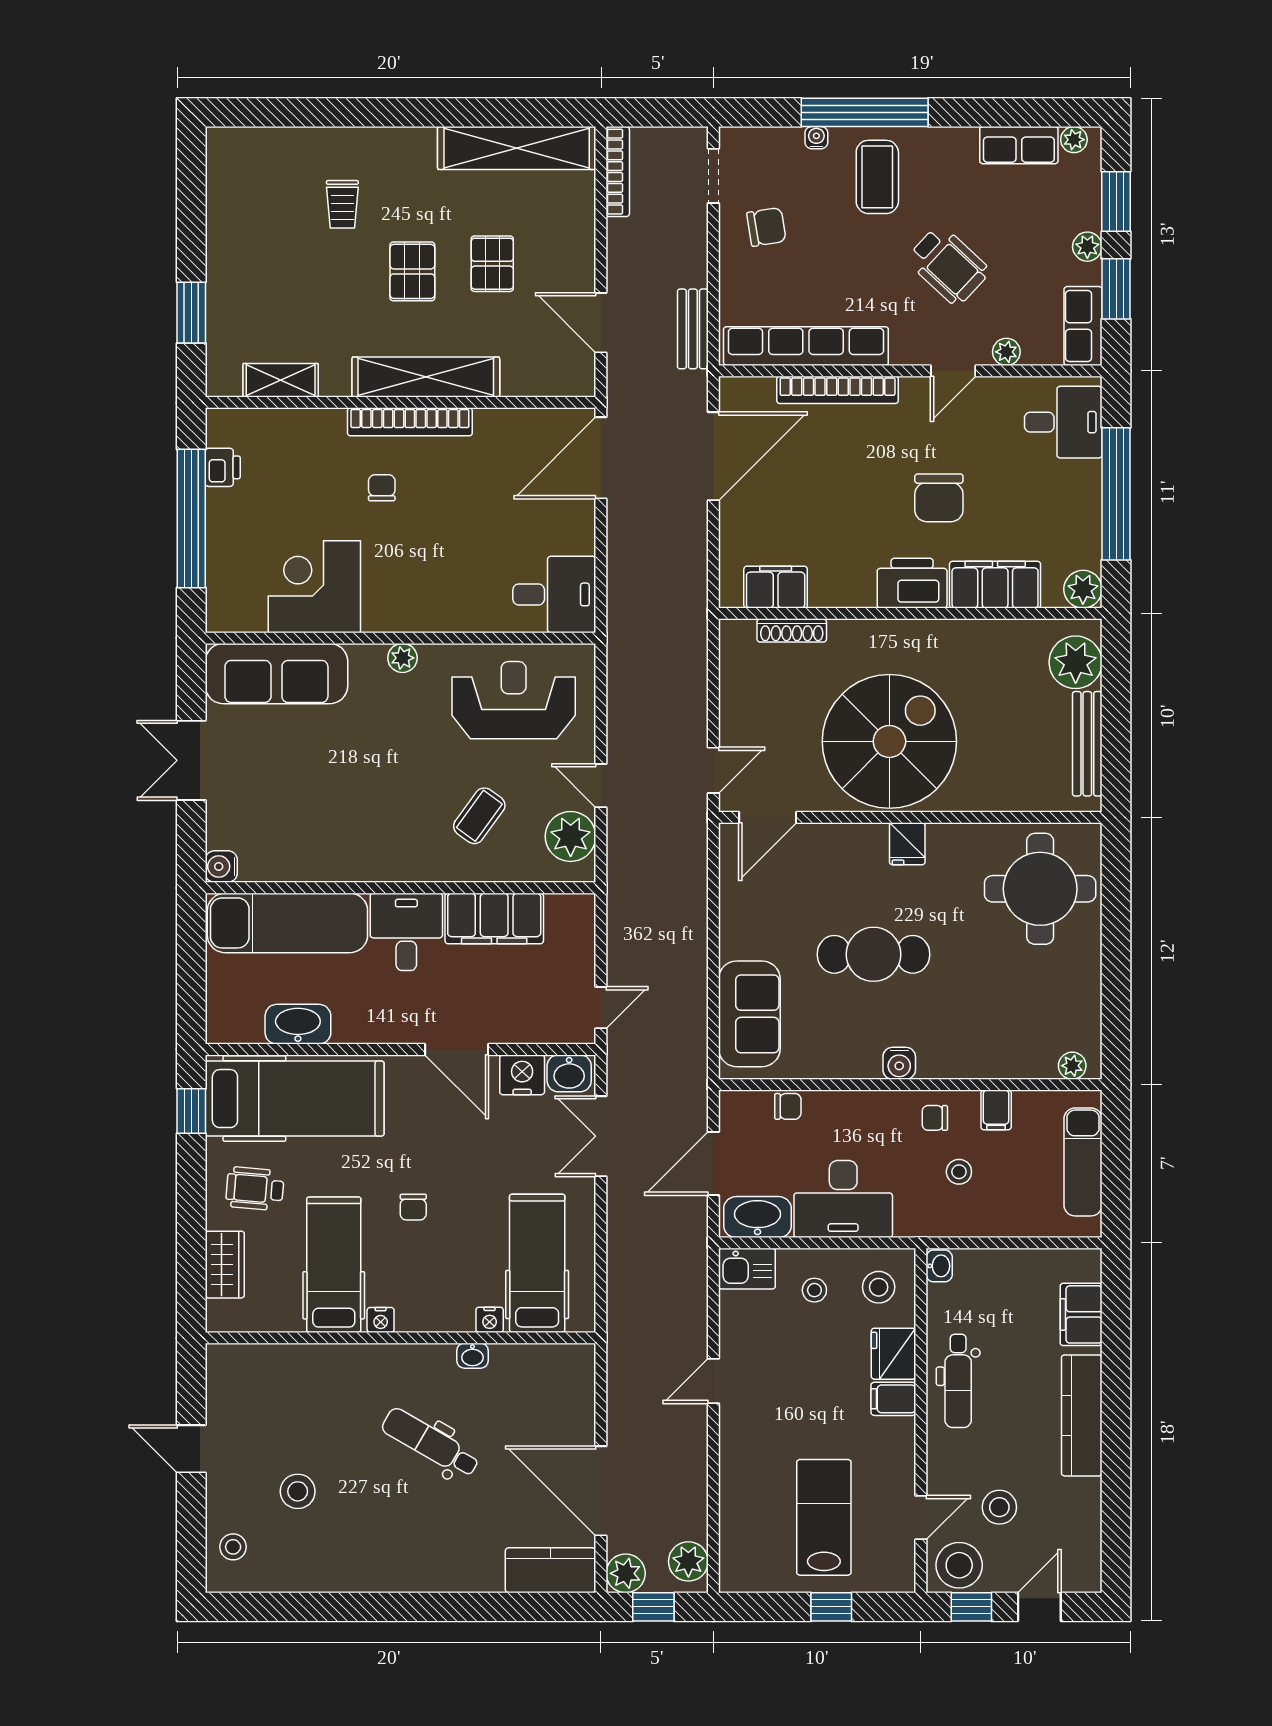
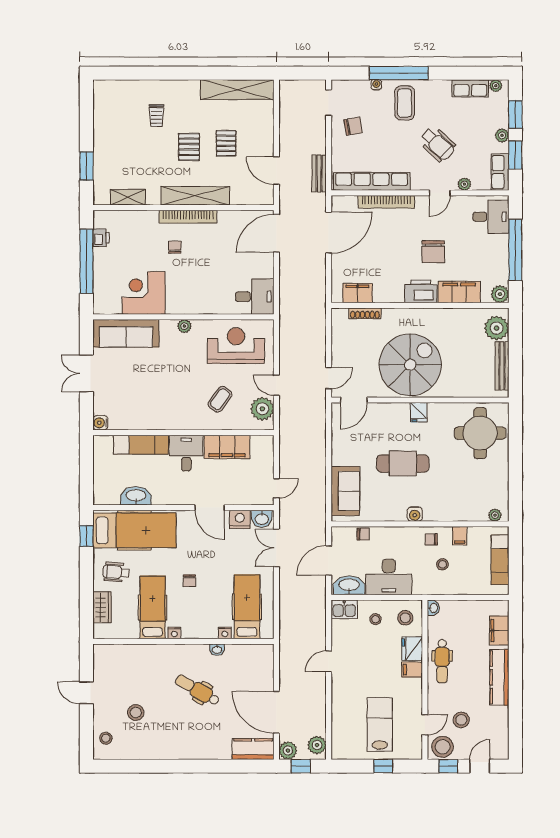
bookcase: (618, 172) -> (284, 101), removed
exam couch: (287, 923) -> (141, 445), width x0.73, depth x0.69

